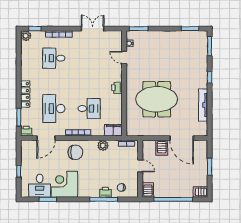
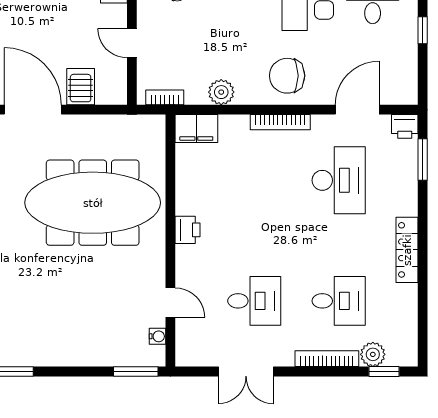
plant: (26, 36) -> (373, 354), moved
locker: (25, 94) -> (407, 250), moved
meeting table: (157, 99) -> (93, 203), width x1.36
desk: (89, 109) -> (254, 301), moved, turned 180

